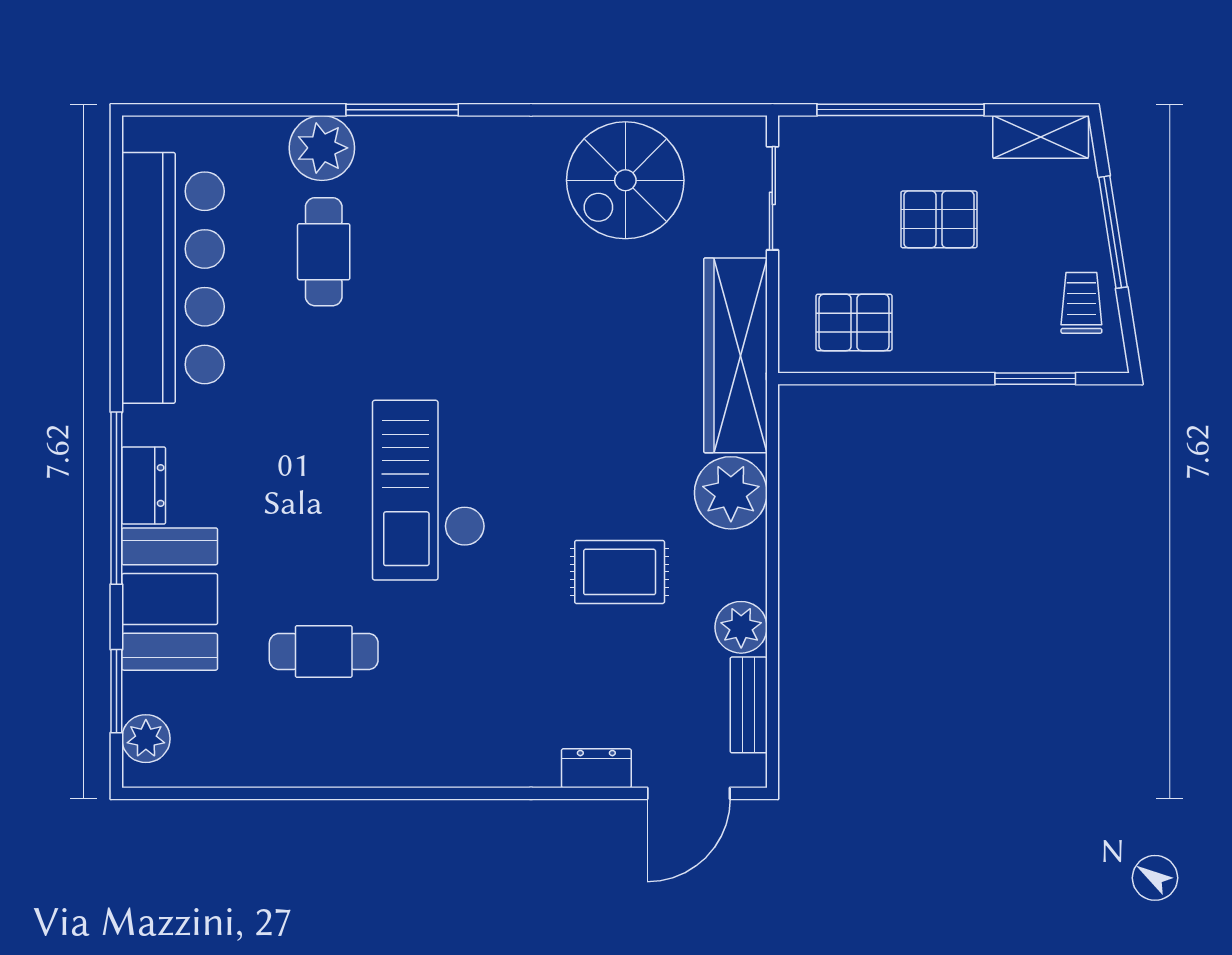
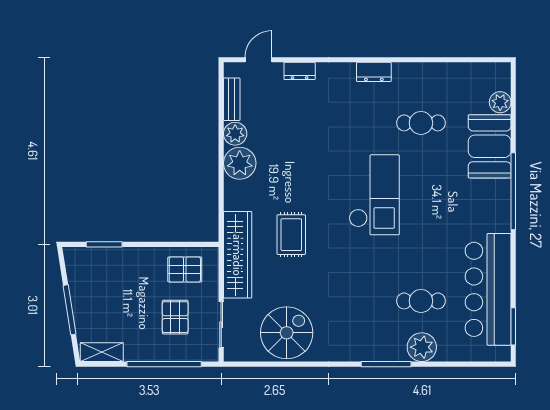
pallet: (939, 219) -> (175, 317), moved, turned 90
cafe table: (324, 252) -> (421, 301), turned 90
trolley: (1081, 303) -> (84, 278), removed
dresser: (144, 485) -> (374, 72), moved, turned -90
plant: (731, 493) -> (240, 163), moved
rug: (620, 572) -> (291, 235), moved, turned 90
window: (116, 691) -> (513, 326), moved
plant: (146, 739) -> (500, 102), moved
door: (689, 793) -> (258, 60), width x0.73

